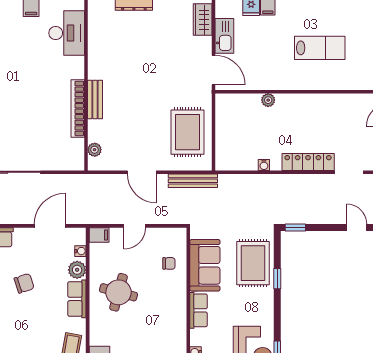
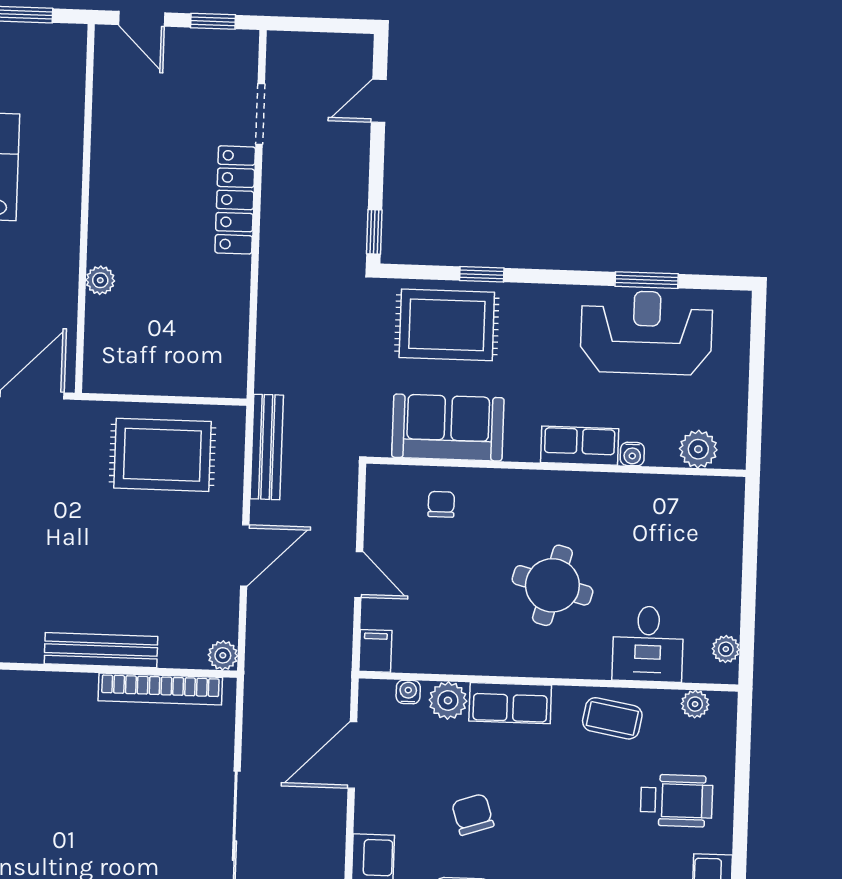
bench: (95, 99) -> (101, 650), width x1.36
bookcase: (78, 109) -> (160, 689), moved
plant: (95, 150) -> (223, 655), moved
water cooler: (264, 165) -> (238, 294), removed
door: (50, 226) -> (352, 755), hinge flipped
round table: (118, 292) -> (552, 585), moved
row of seats: (199, 310) -> (580, 446), moved

